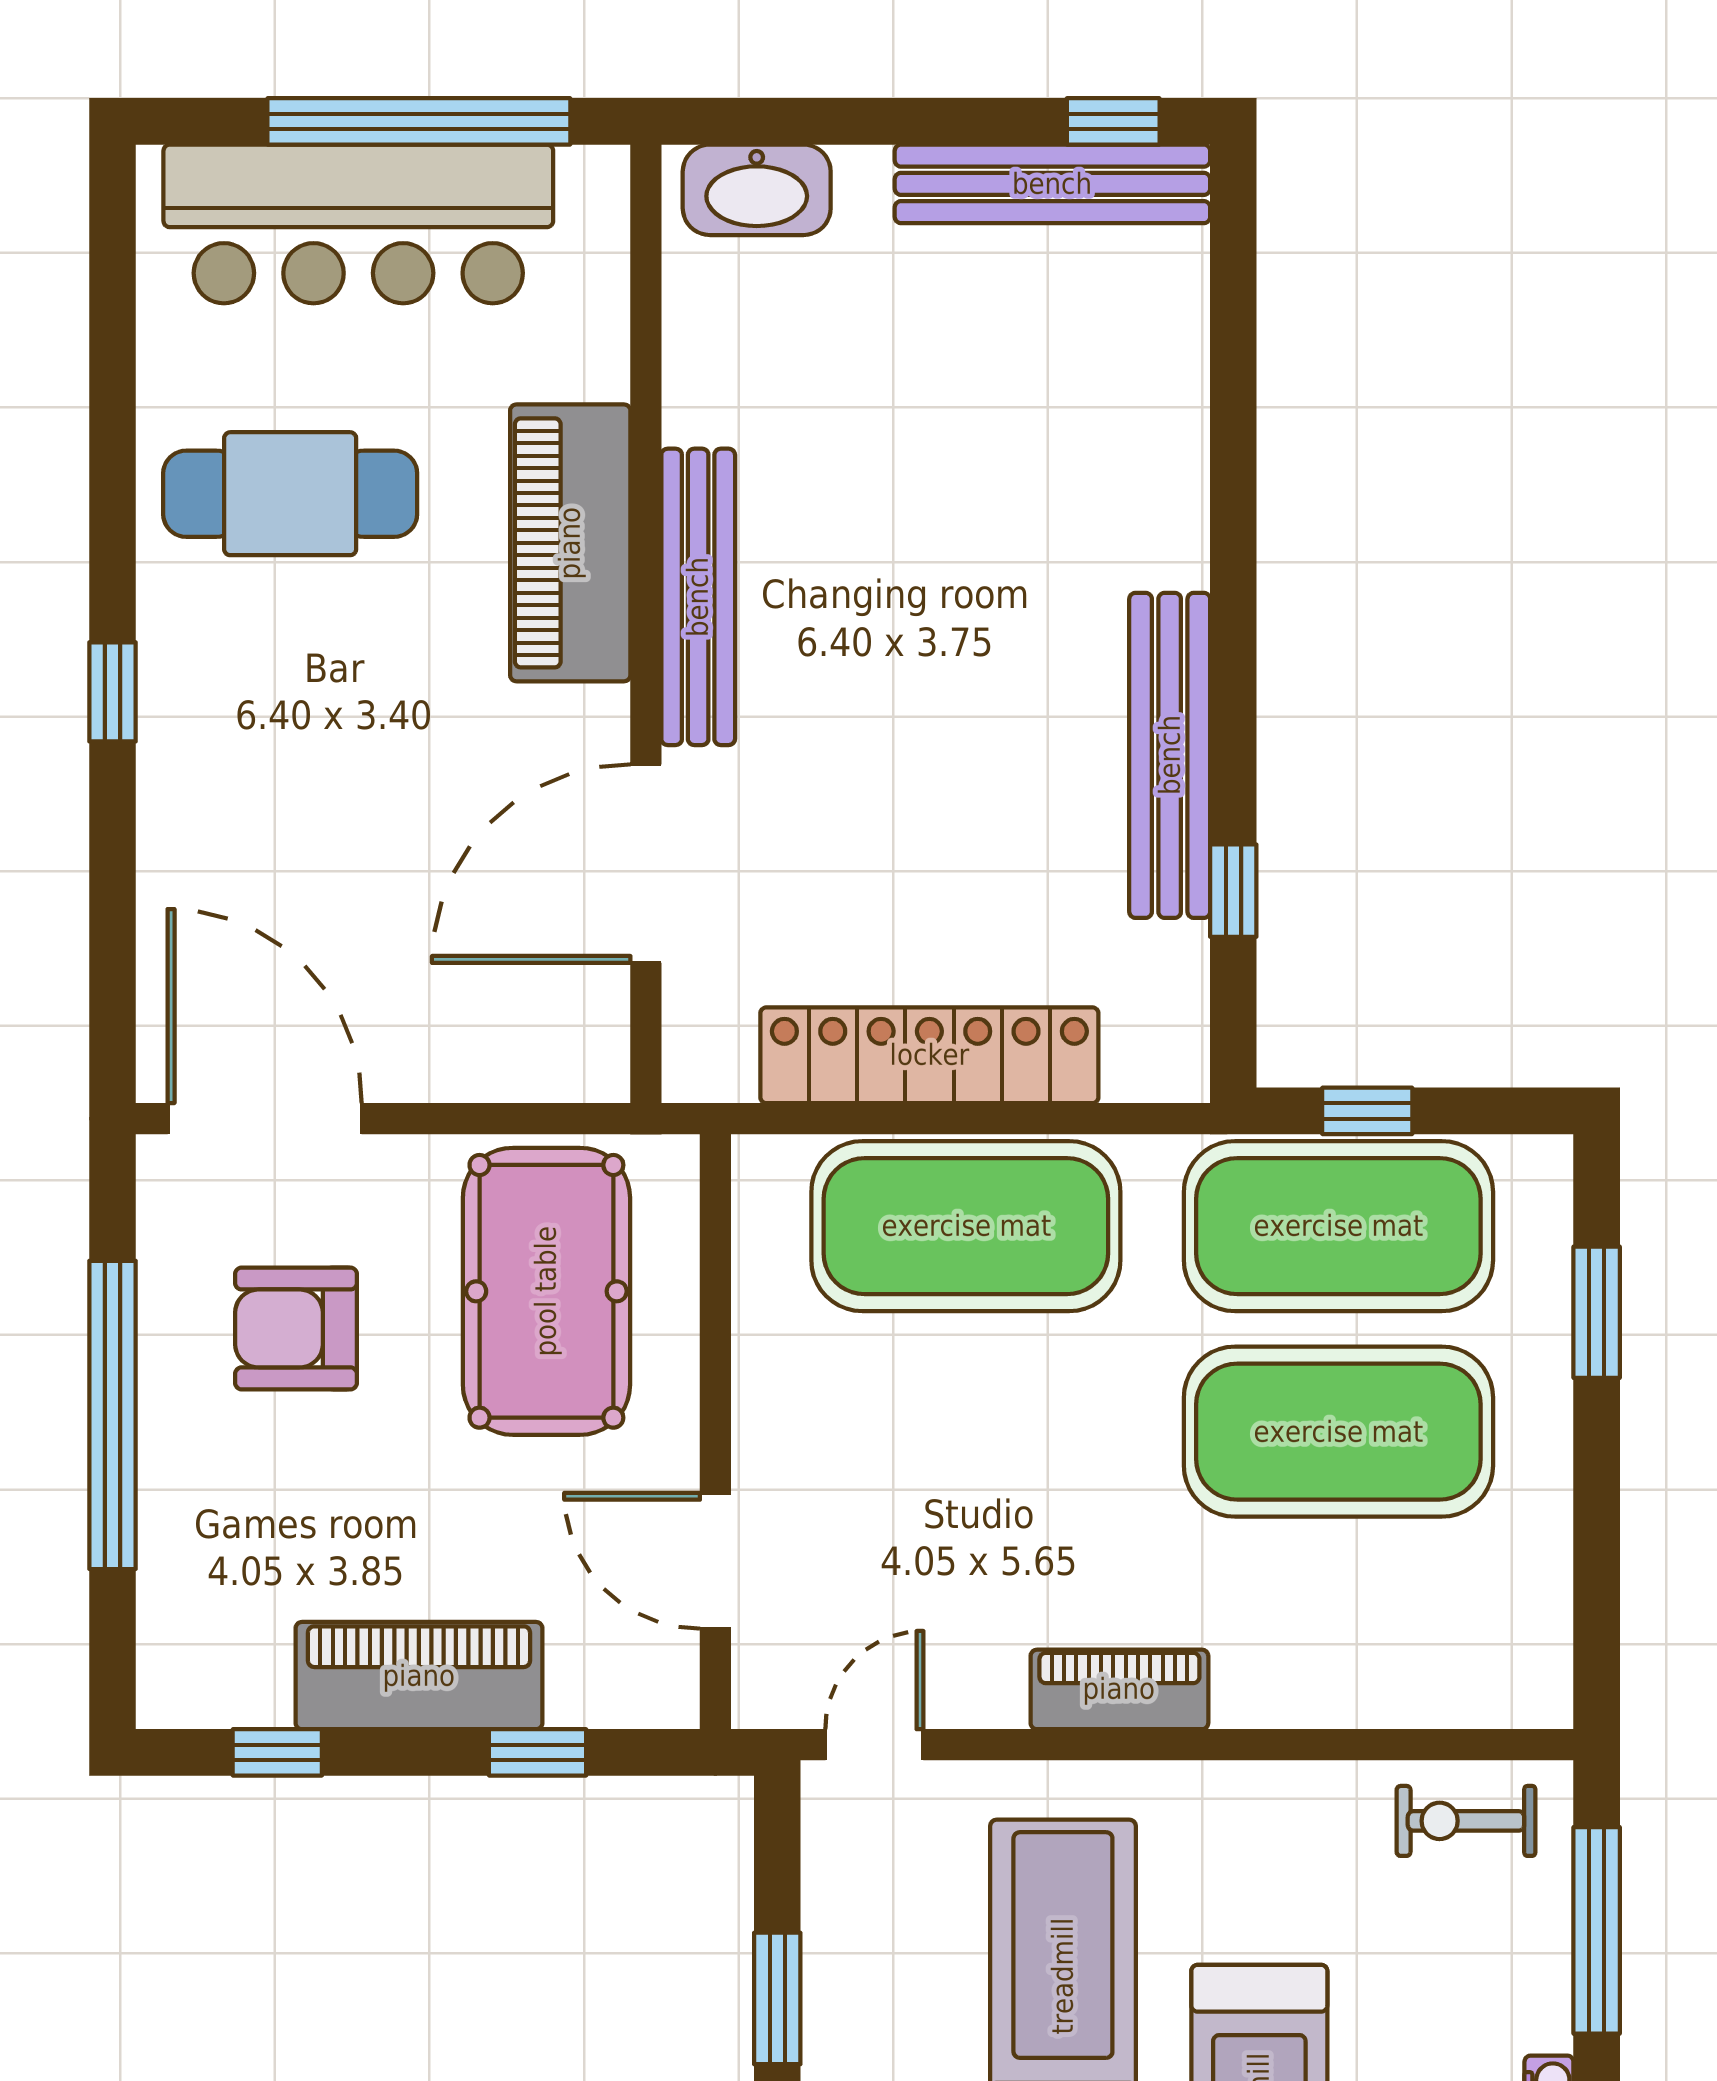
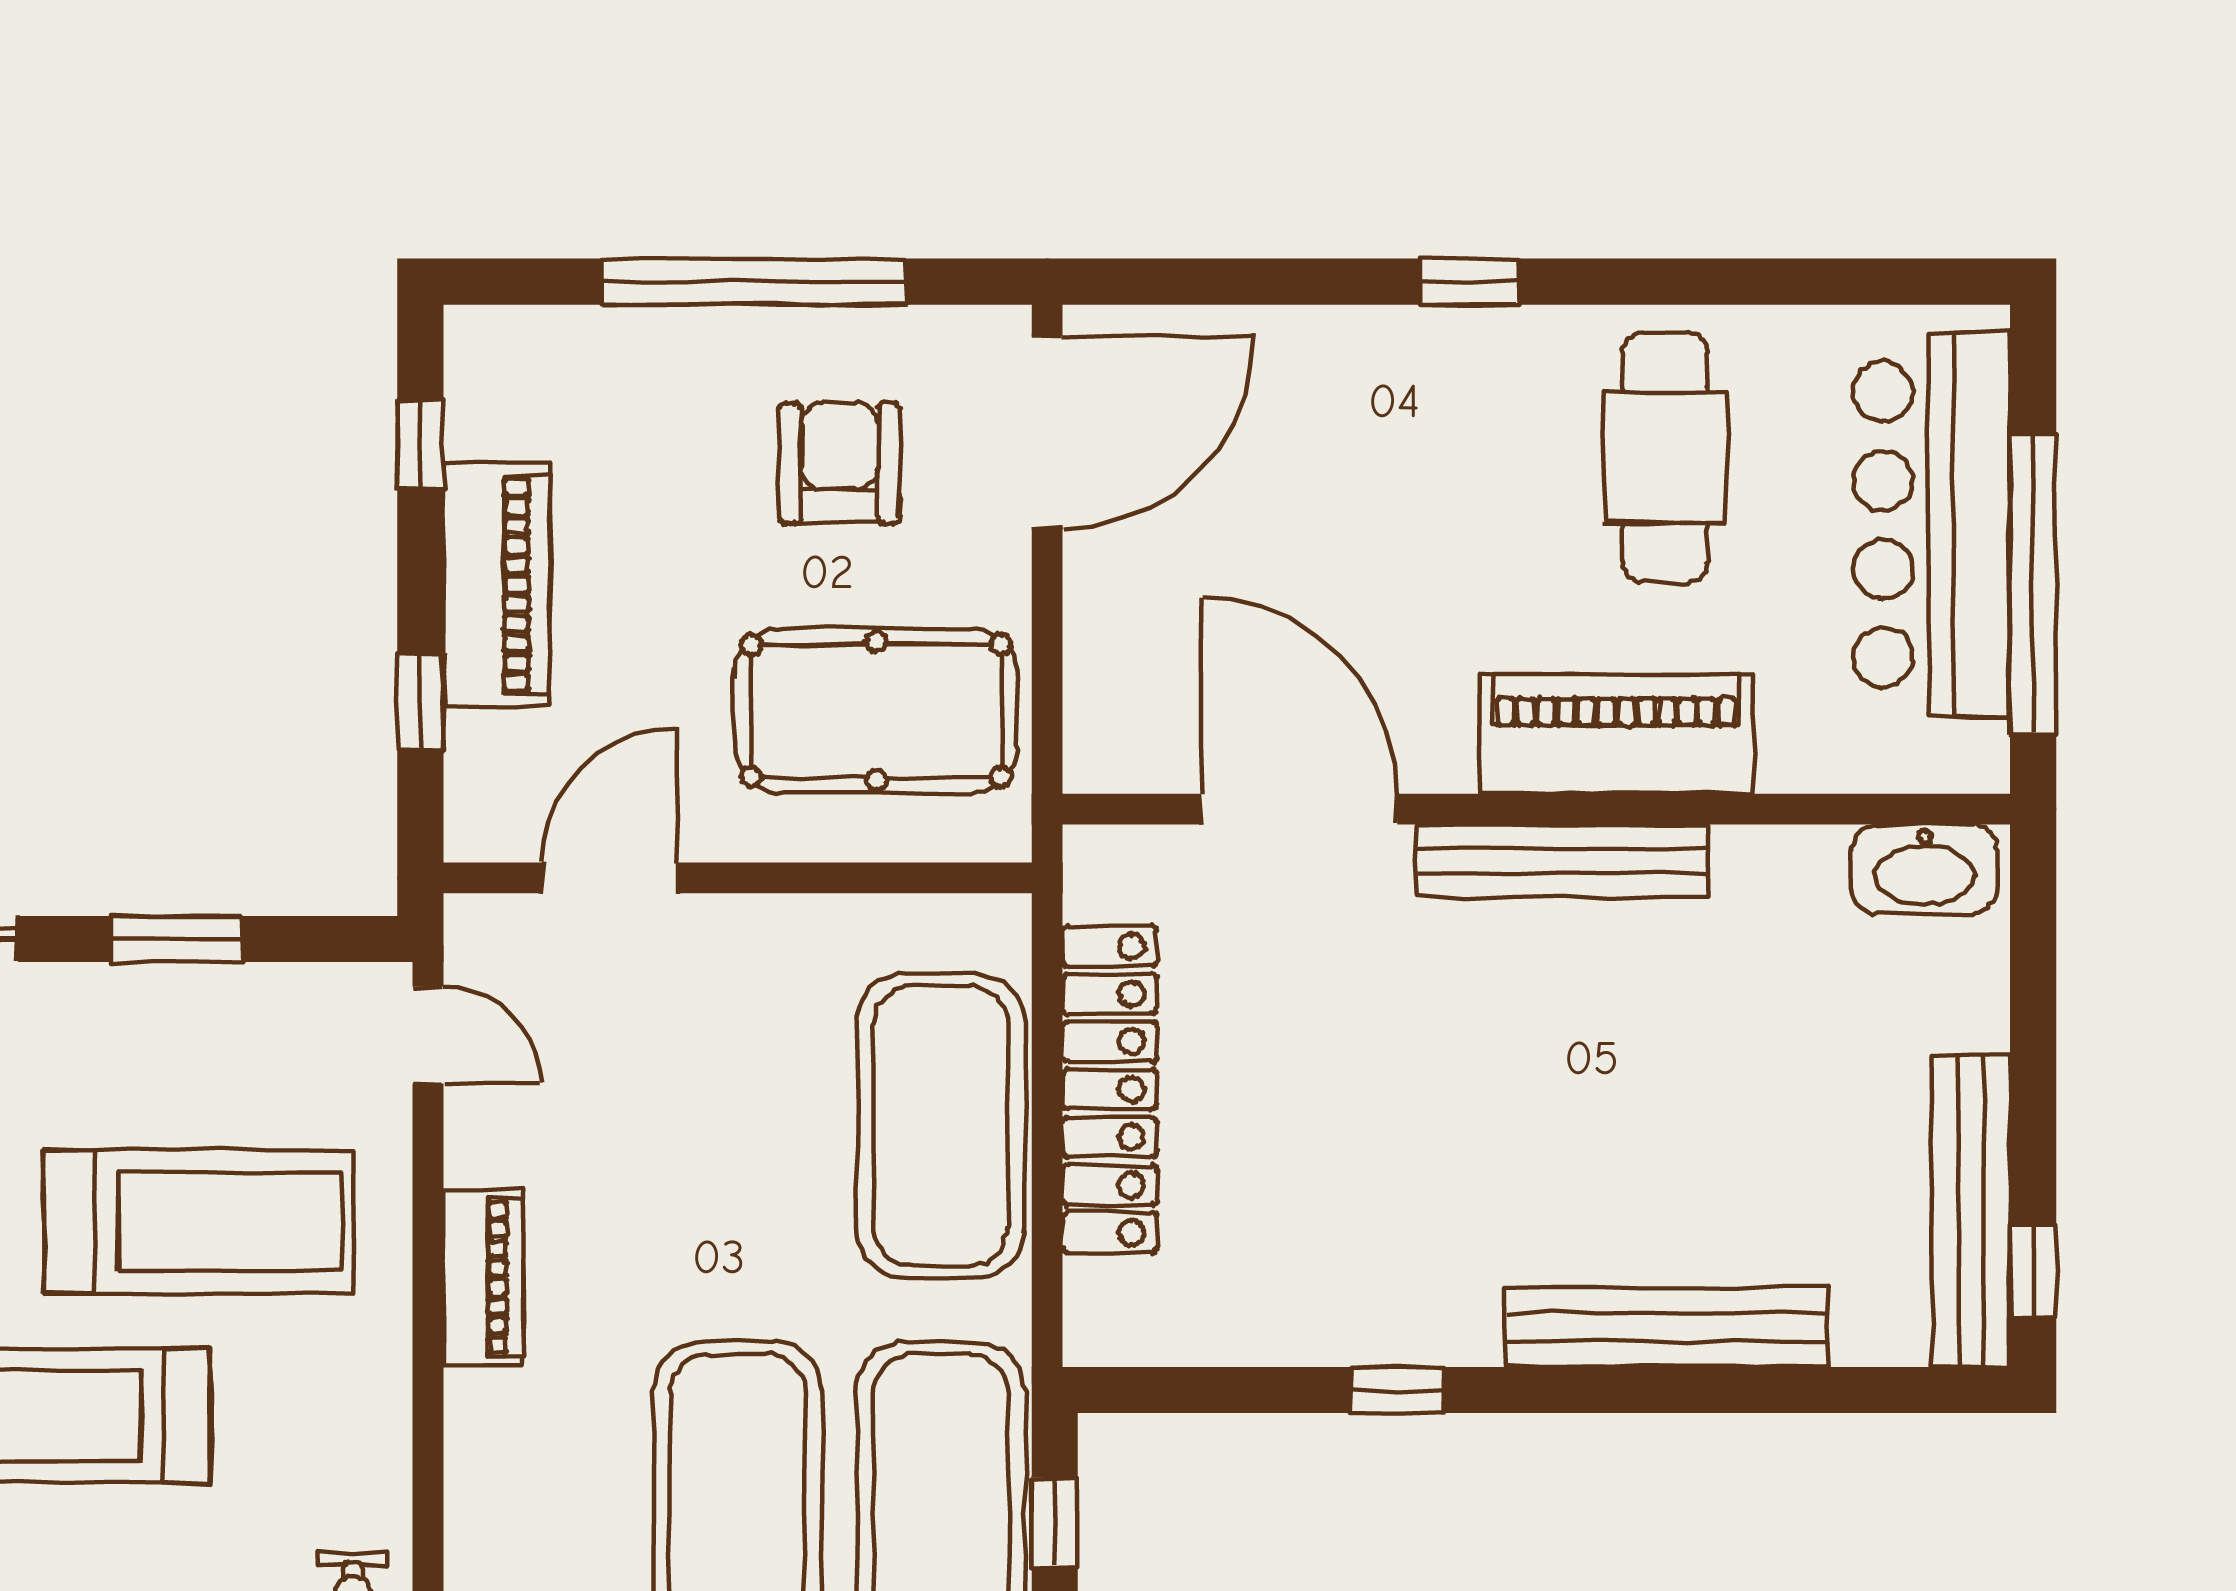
washbasin: (757, 190) -> (1925, 869), moved, turned -90
bench: (1170, 755) -> (1667, 1327), moved
window: (1233, 891) -> (1397, 1390), moved

